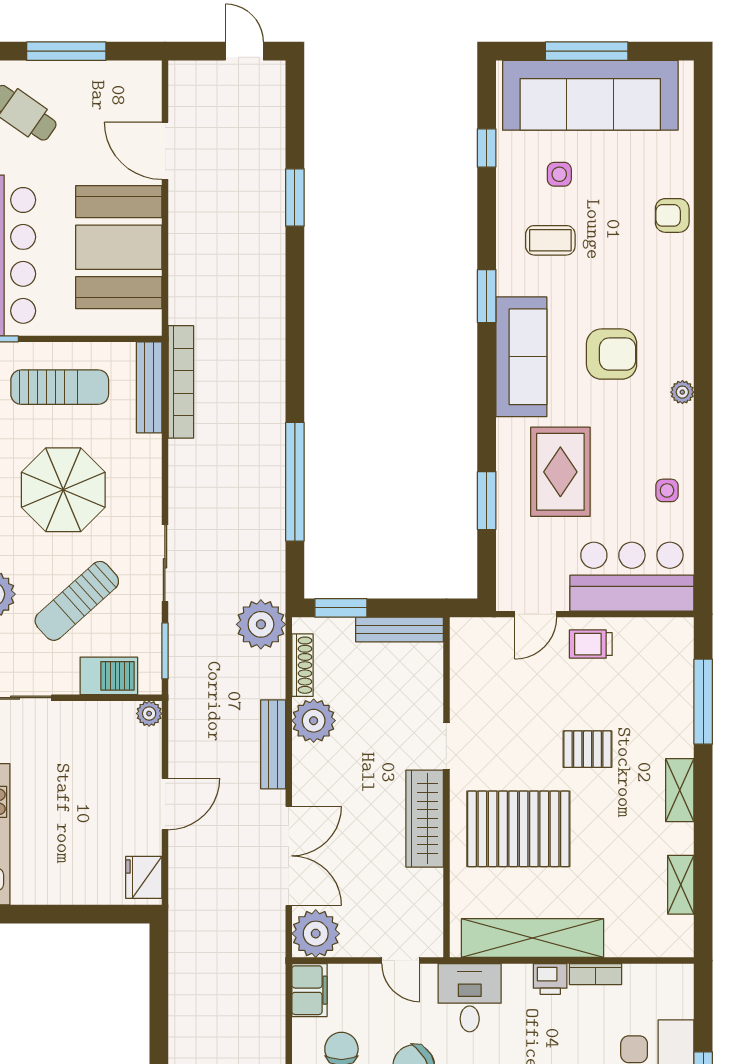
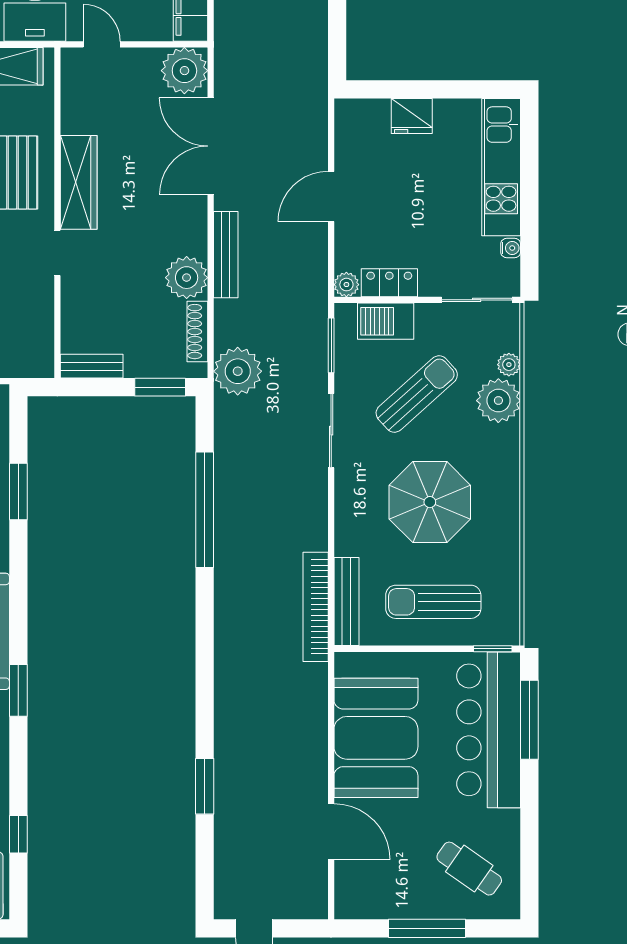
bench: (399, 630) -> (92, 366), width x0.73
locker: (105, 715) -> (389, 283), added
fridge: (144, 877) -> (412, 116), moved, turned 90

